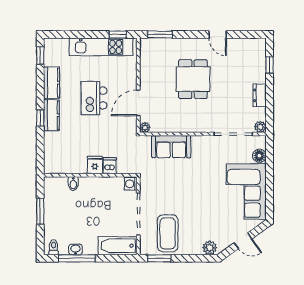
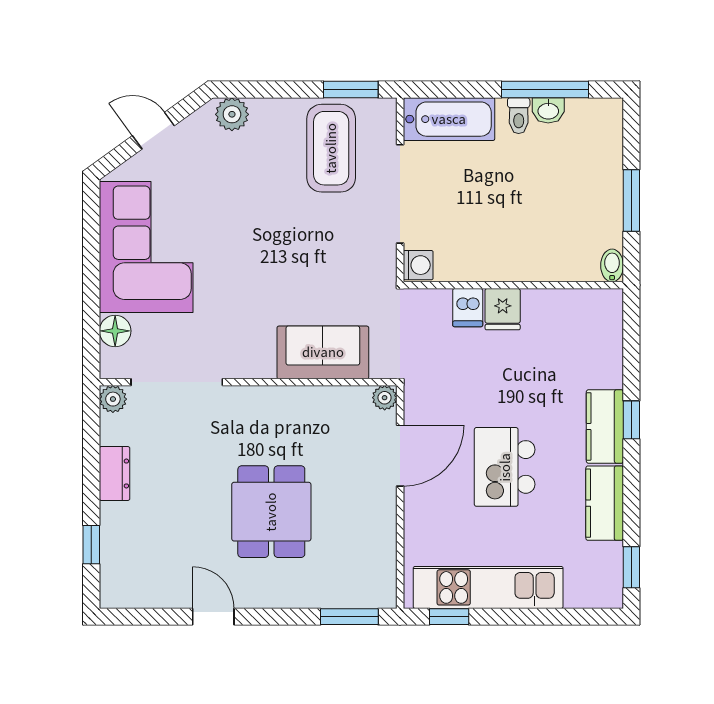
kitchen island: (94, 98) -> (505, 467), turned 180
bidet: (73, 184) -> (612, 265), moved
toilet: (54, 247) -> (519, 116), moved

